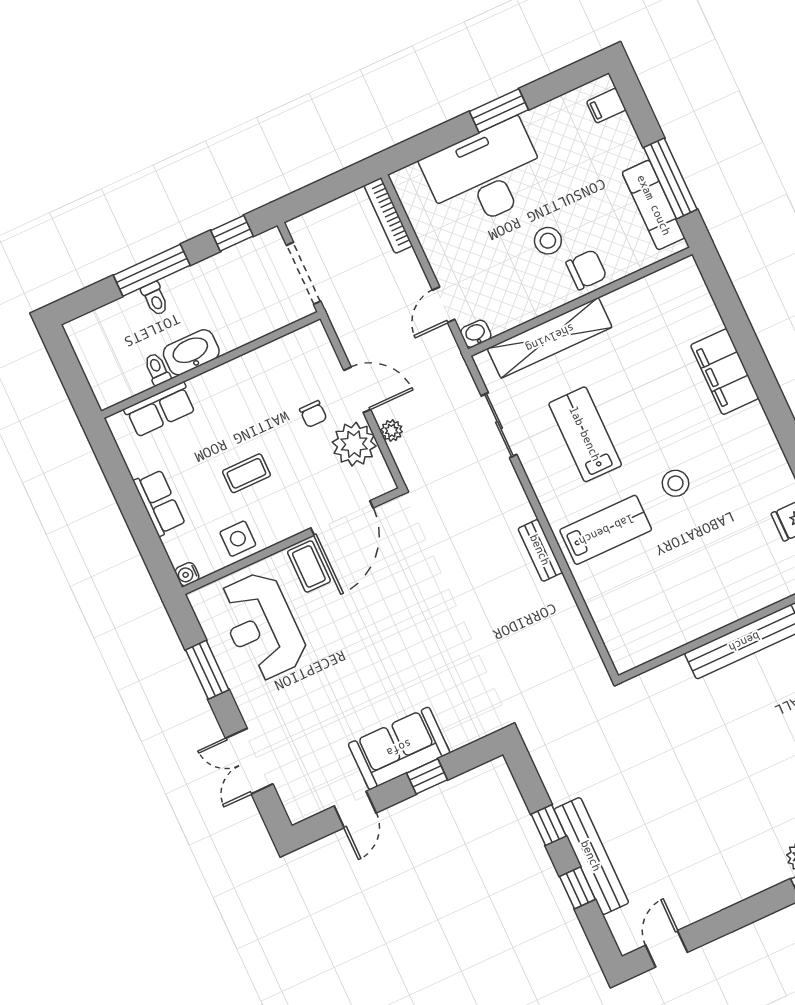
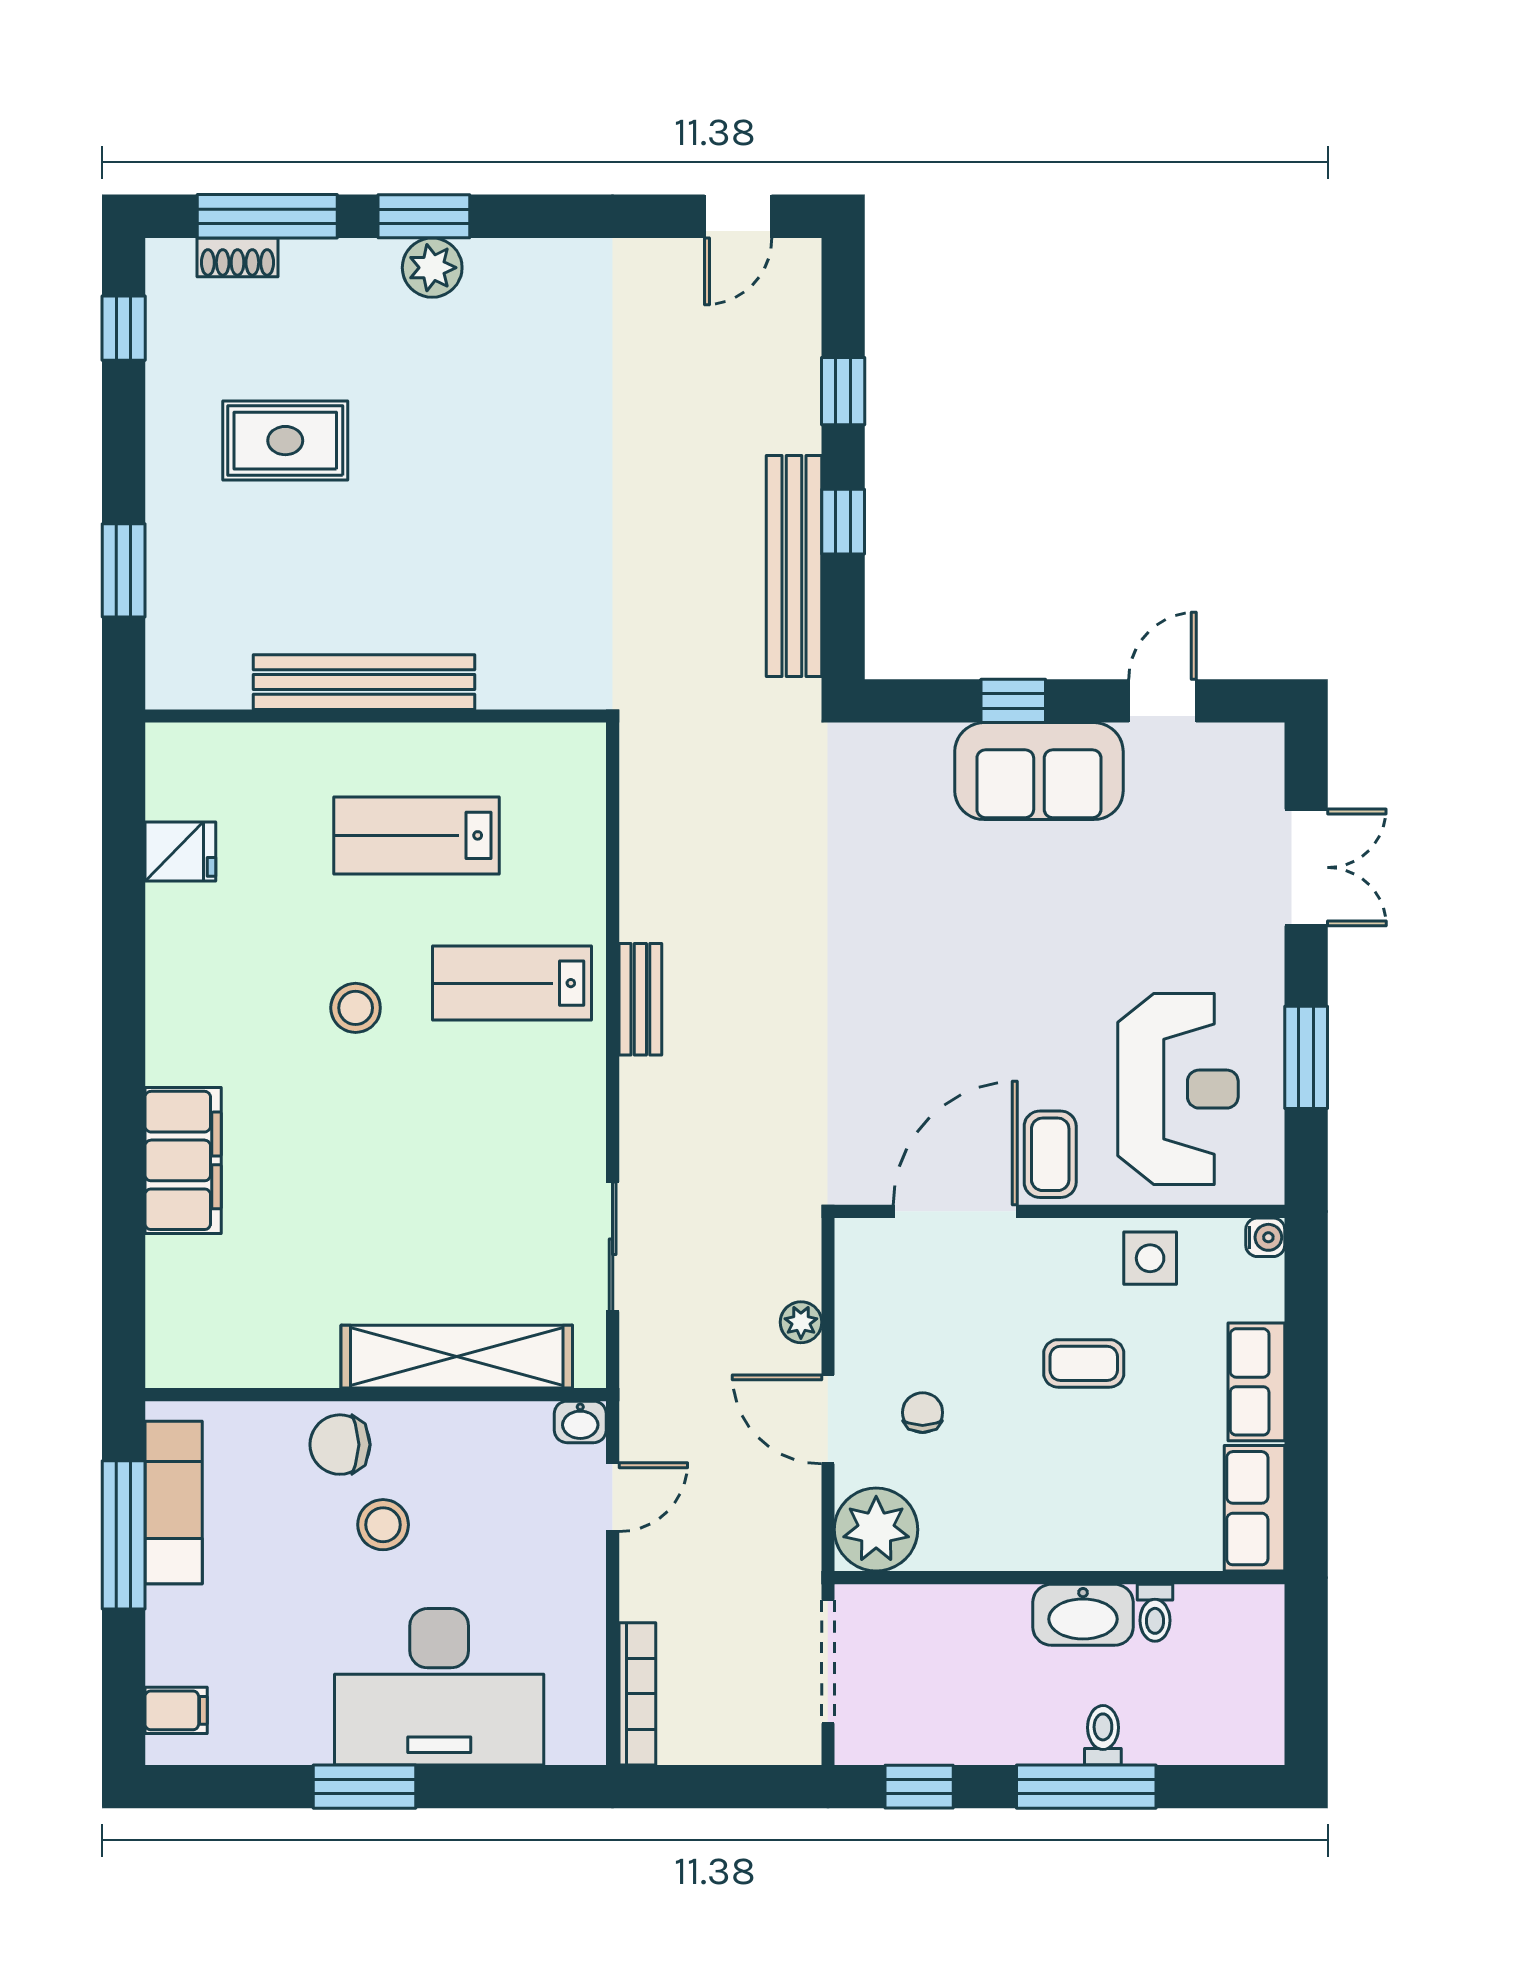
row of seats: (160, 410) -> (1255, 1508), moved, turned -90
lab bench: (585, 434) -> (416, 835), moved, turned 90
plant: (354, 444) -> (876, 1530), moved
bench: (591, 856) -> (794, 566), moved

